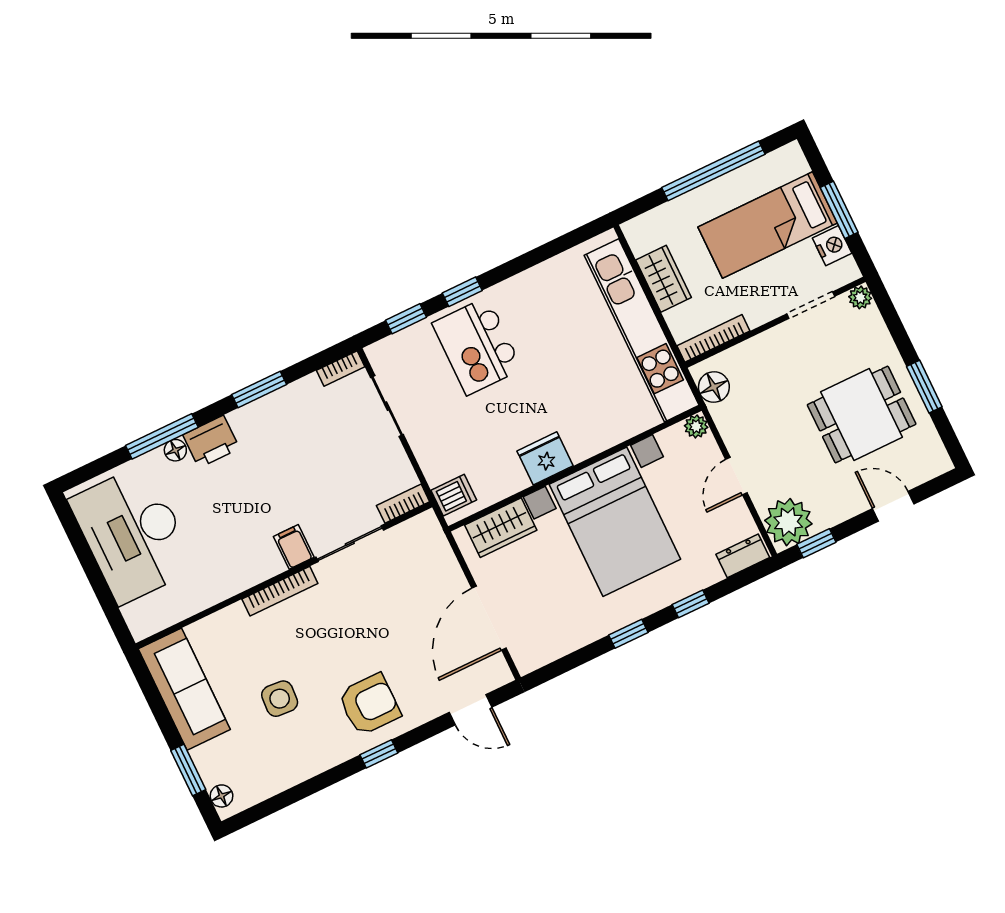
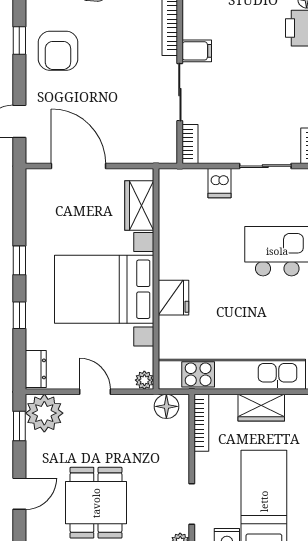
fridge: (545, 458) -> (174, 298), moved
dishwasher: (454, 495) -> (219, 183), moved

